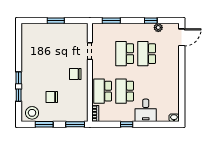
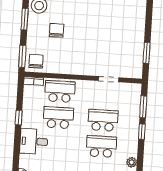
window: (56, 21) -> (147, 53), moved
window: (151, 21) -> (142, 132), moved
chair: (75, 74) -> (36, 61), moved

